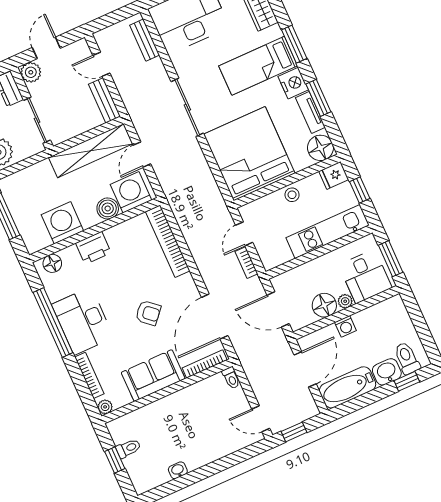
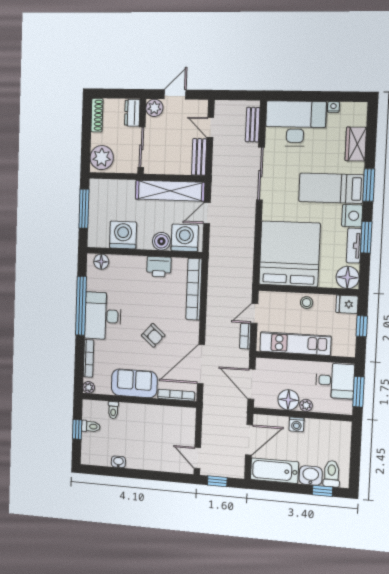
sliding door: (187, 107) -> (260, 174), moved
kitchen unit: (328, 232) -> (295, 344), moved
printer: (93, 248) -> (159, 267), moved
desk: (365, 276) -> (335, 381), moved, turned -90
toilet: (231, 378) -> (113, 410), moved

